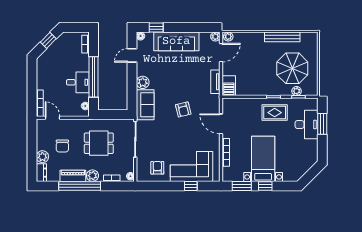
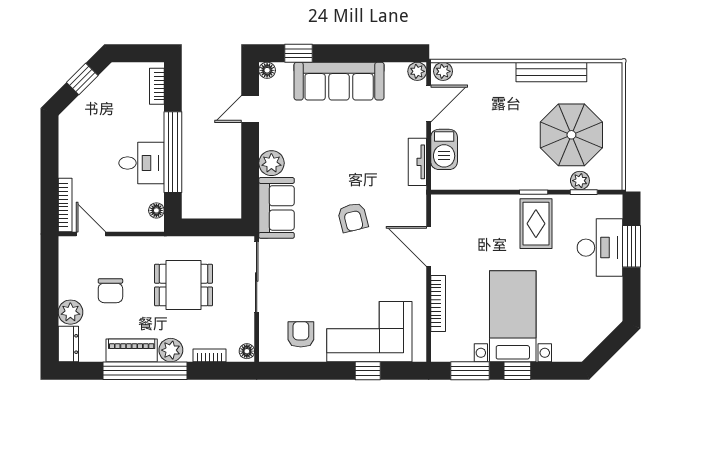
barbecue: (229, 86) -> (444, 149), moved
rug: (275, 113) -> (536, 224), turned 90

